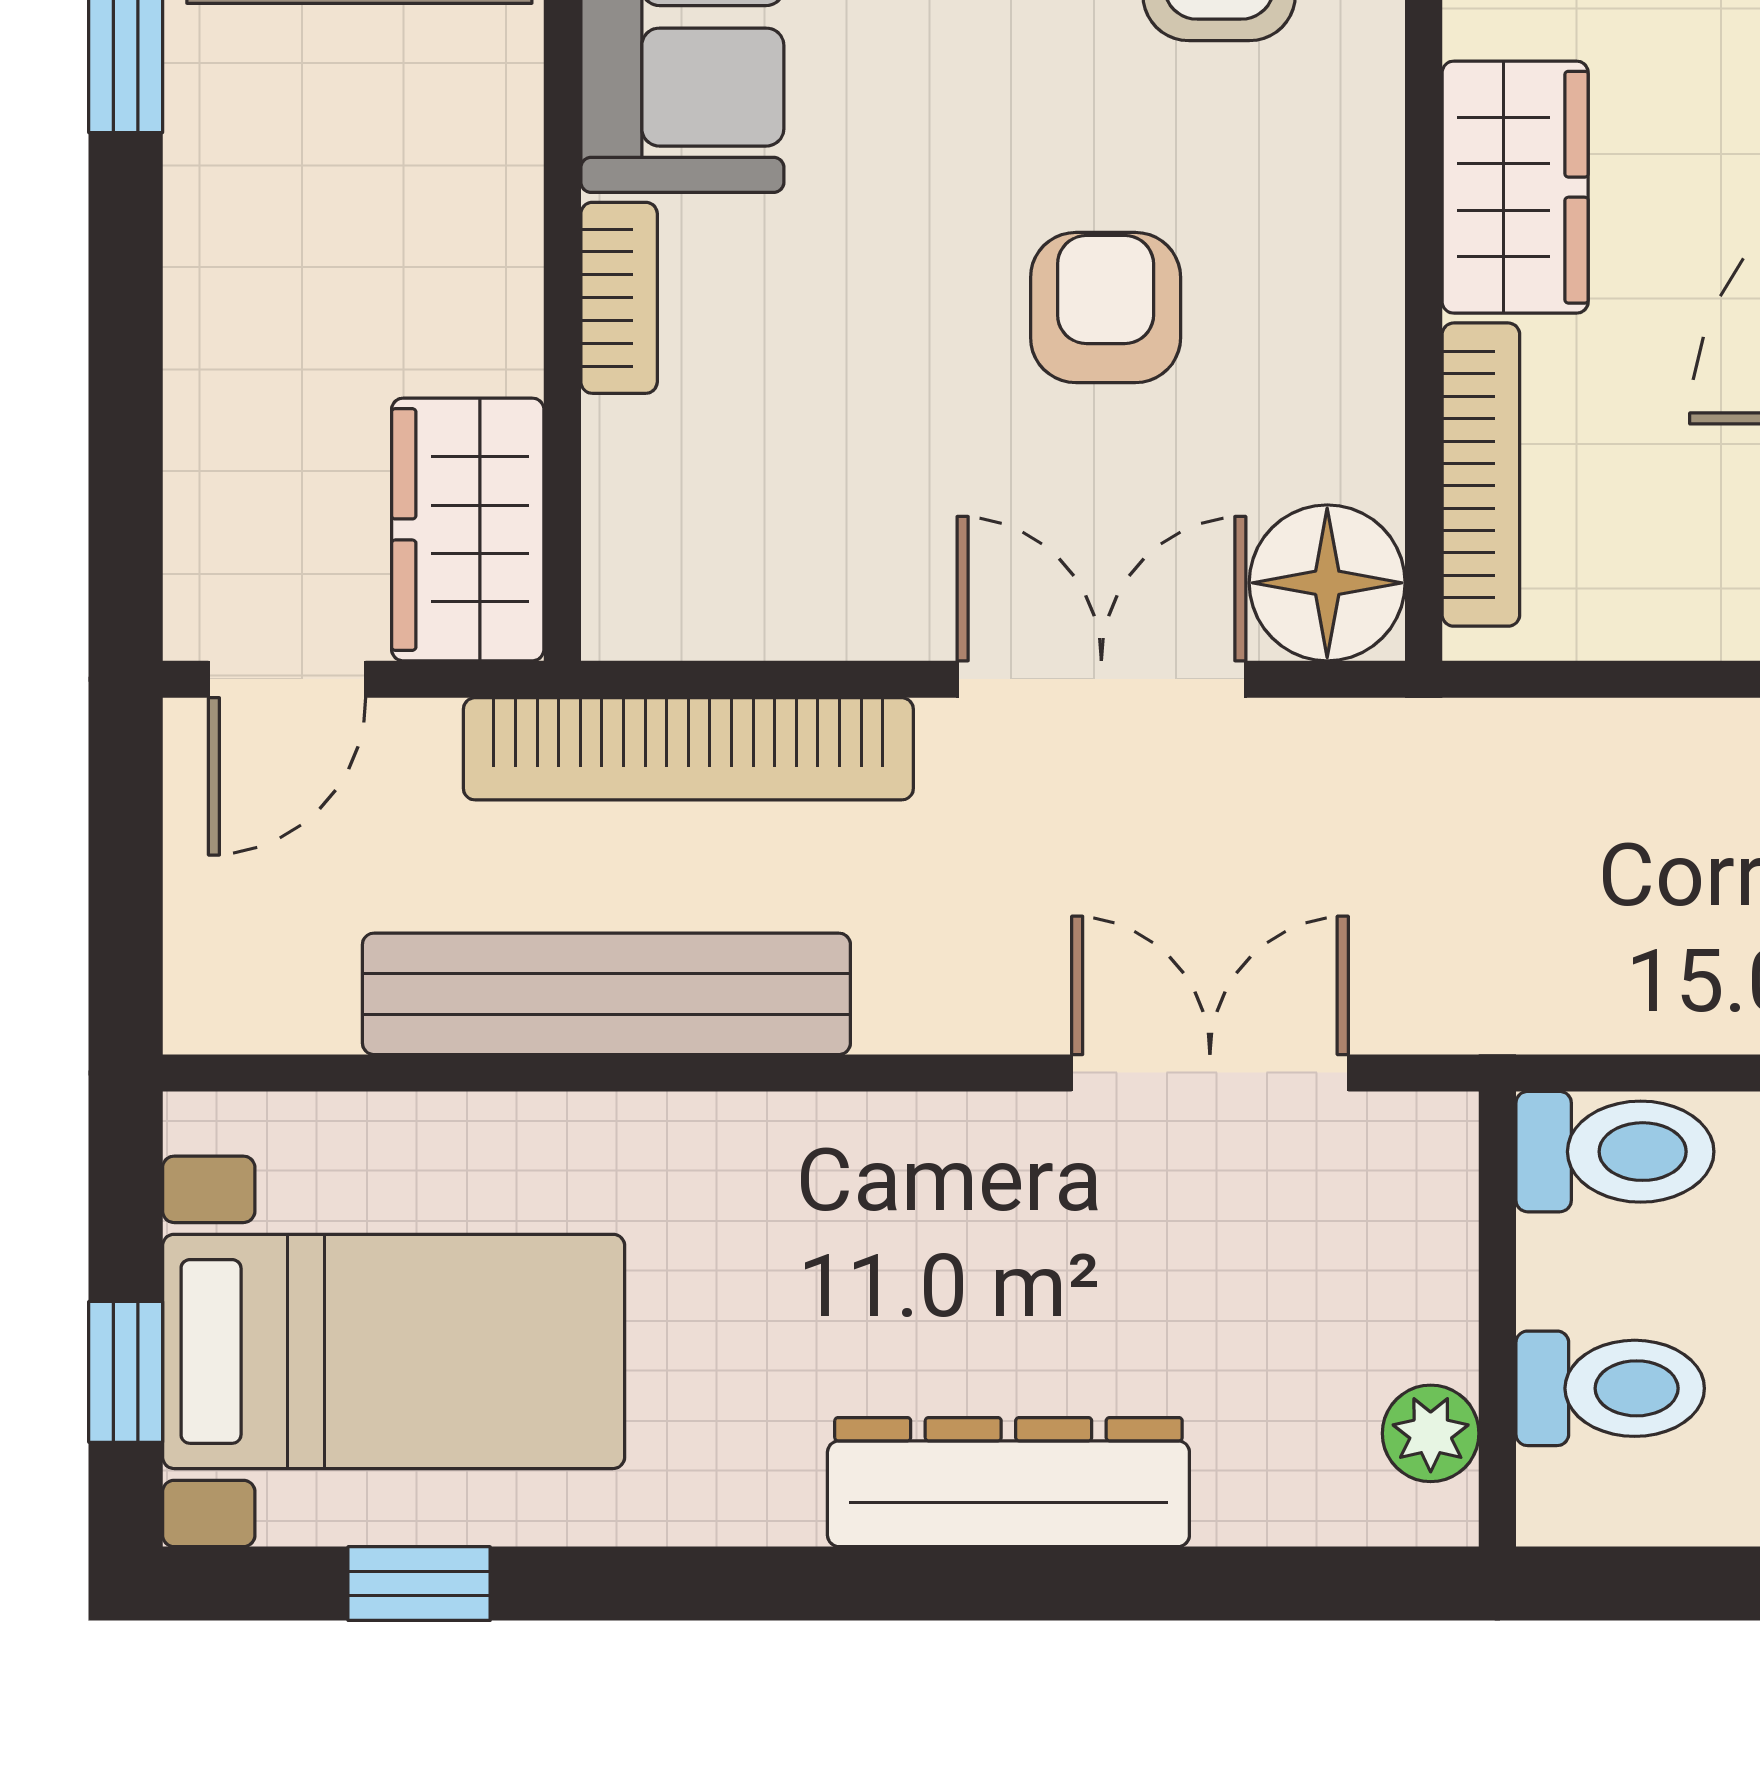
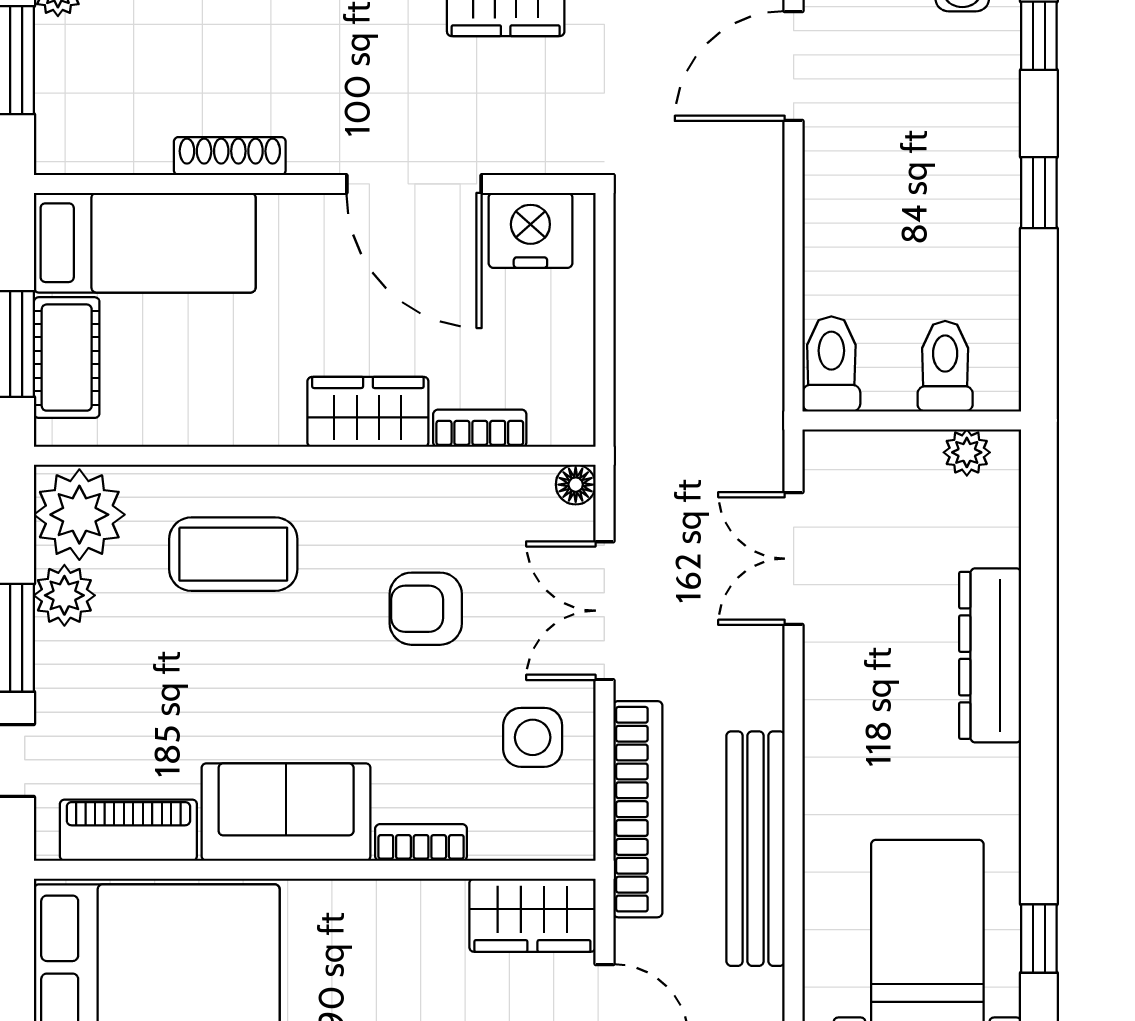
bookcase: (1481, 475) -> (480, 428), width x0.64
side table: (838, 530) -> (533, 737), added
floor lamp: (1327, 583) -> (576, 485), width x0.53, depth x0.53

